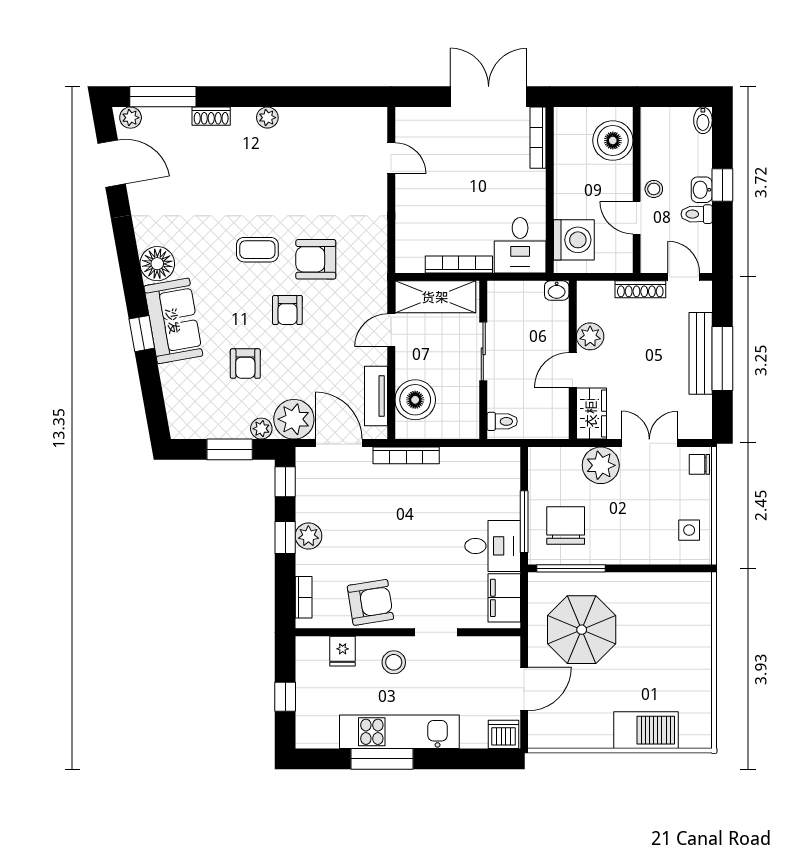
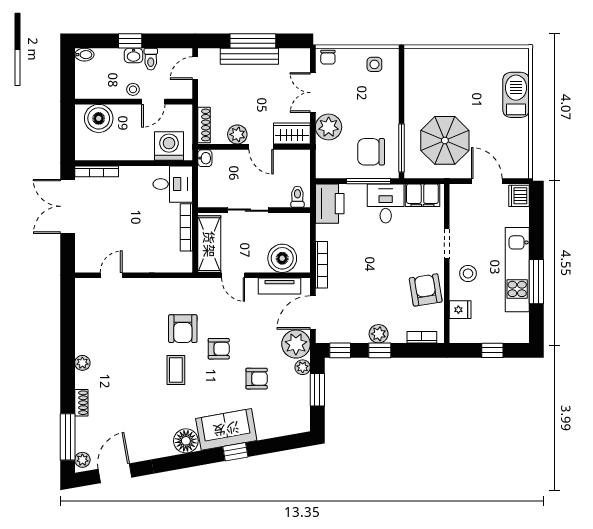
shoe rack: (640, 289) -> (204, 125), moved
printer: (492, 467) -> (330, 204), added

